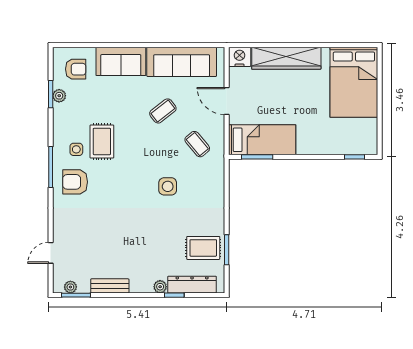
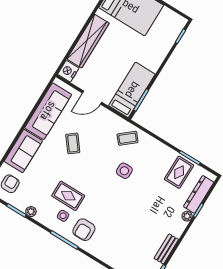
plant: (59, 96) -> (31, 212), moved
coffee table: (197, 144) -> (128, 138), moved

